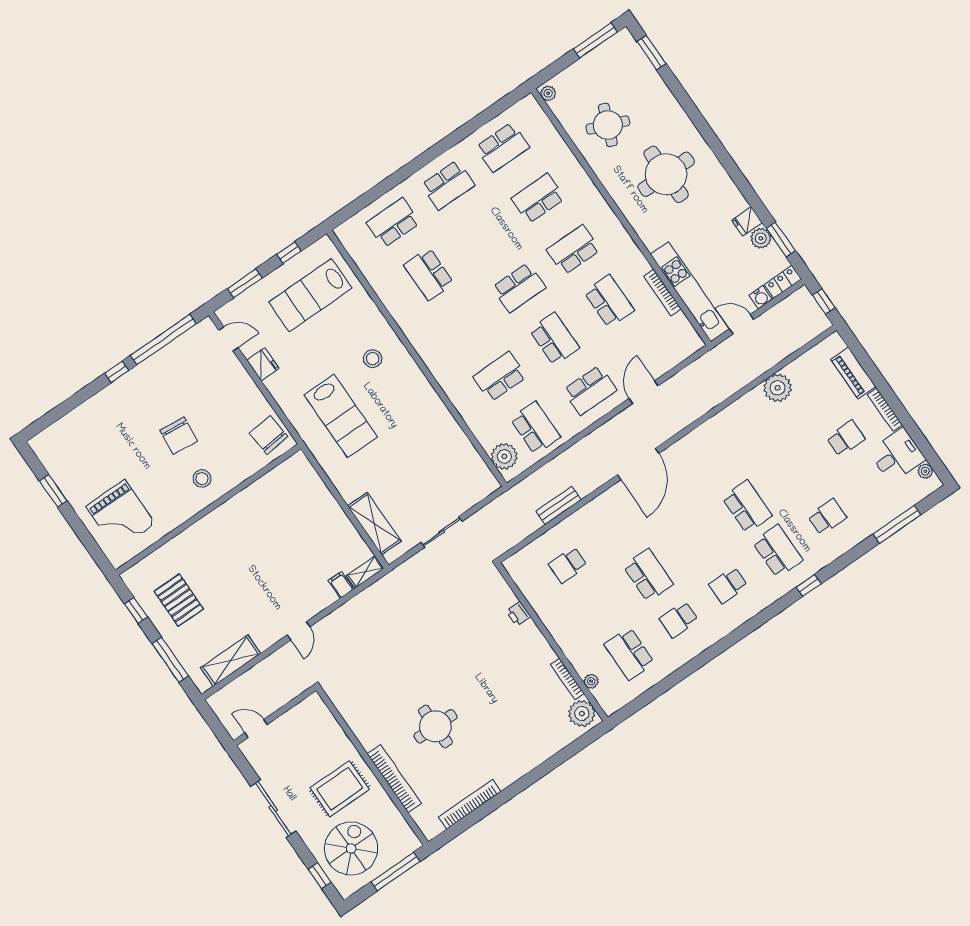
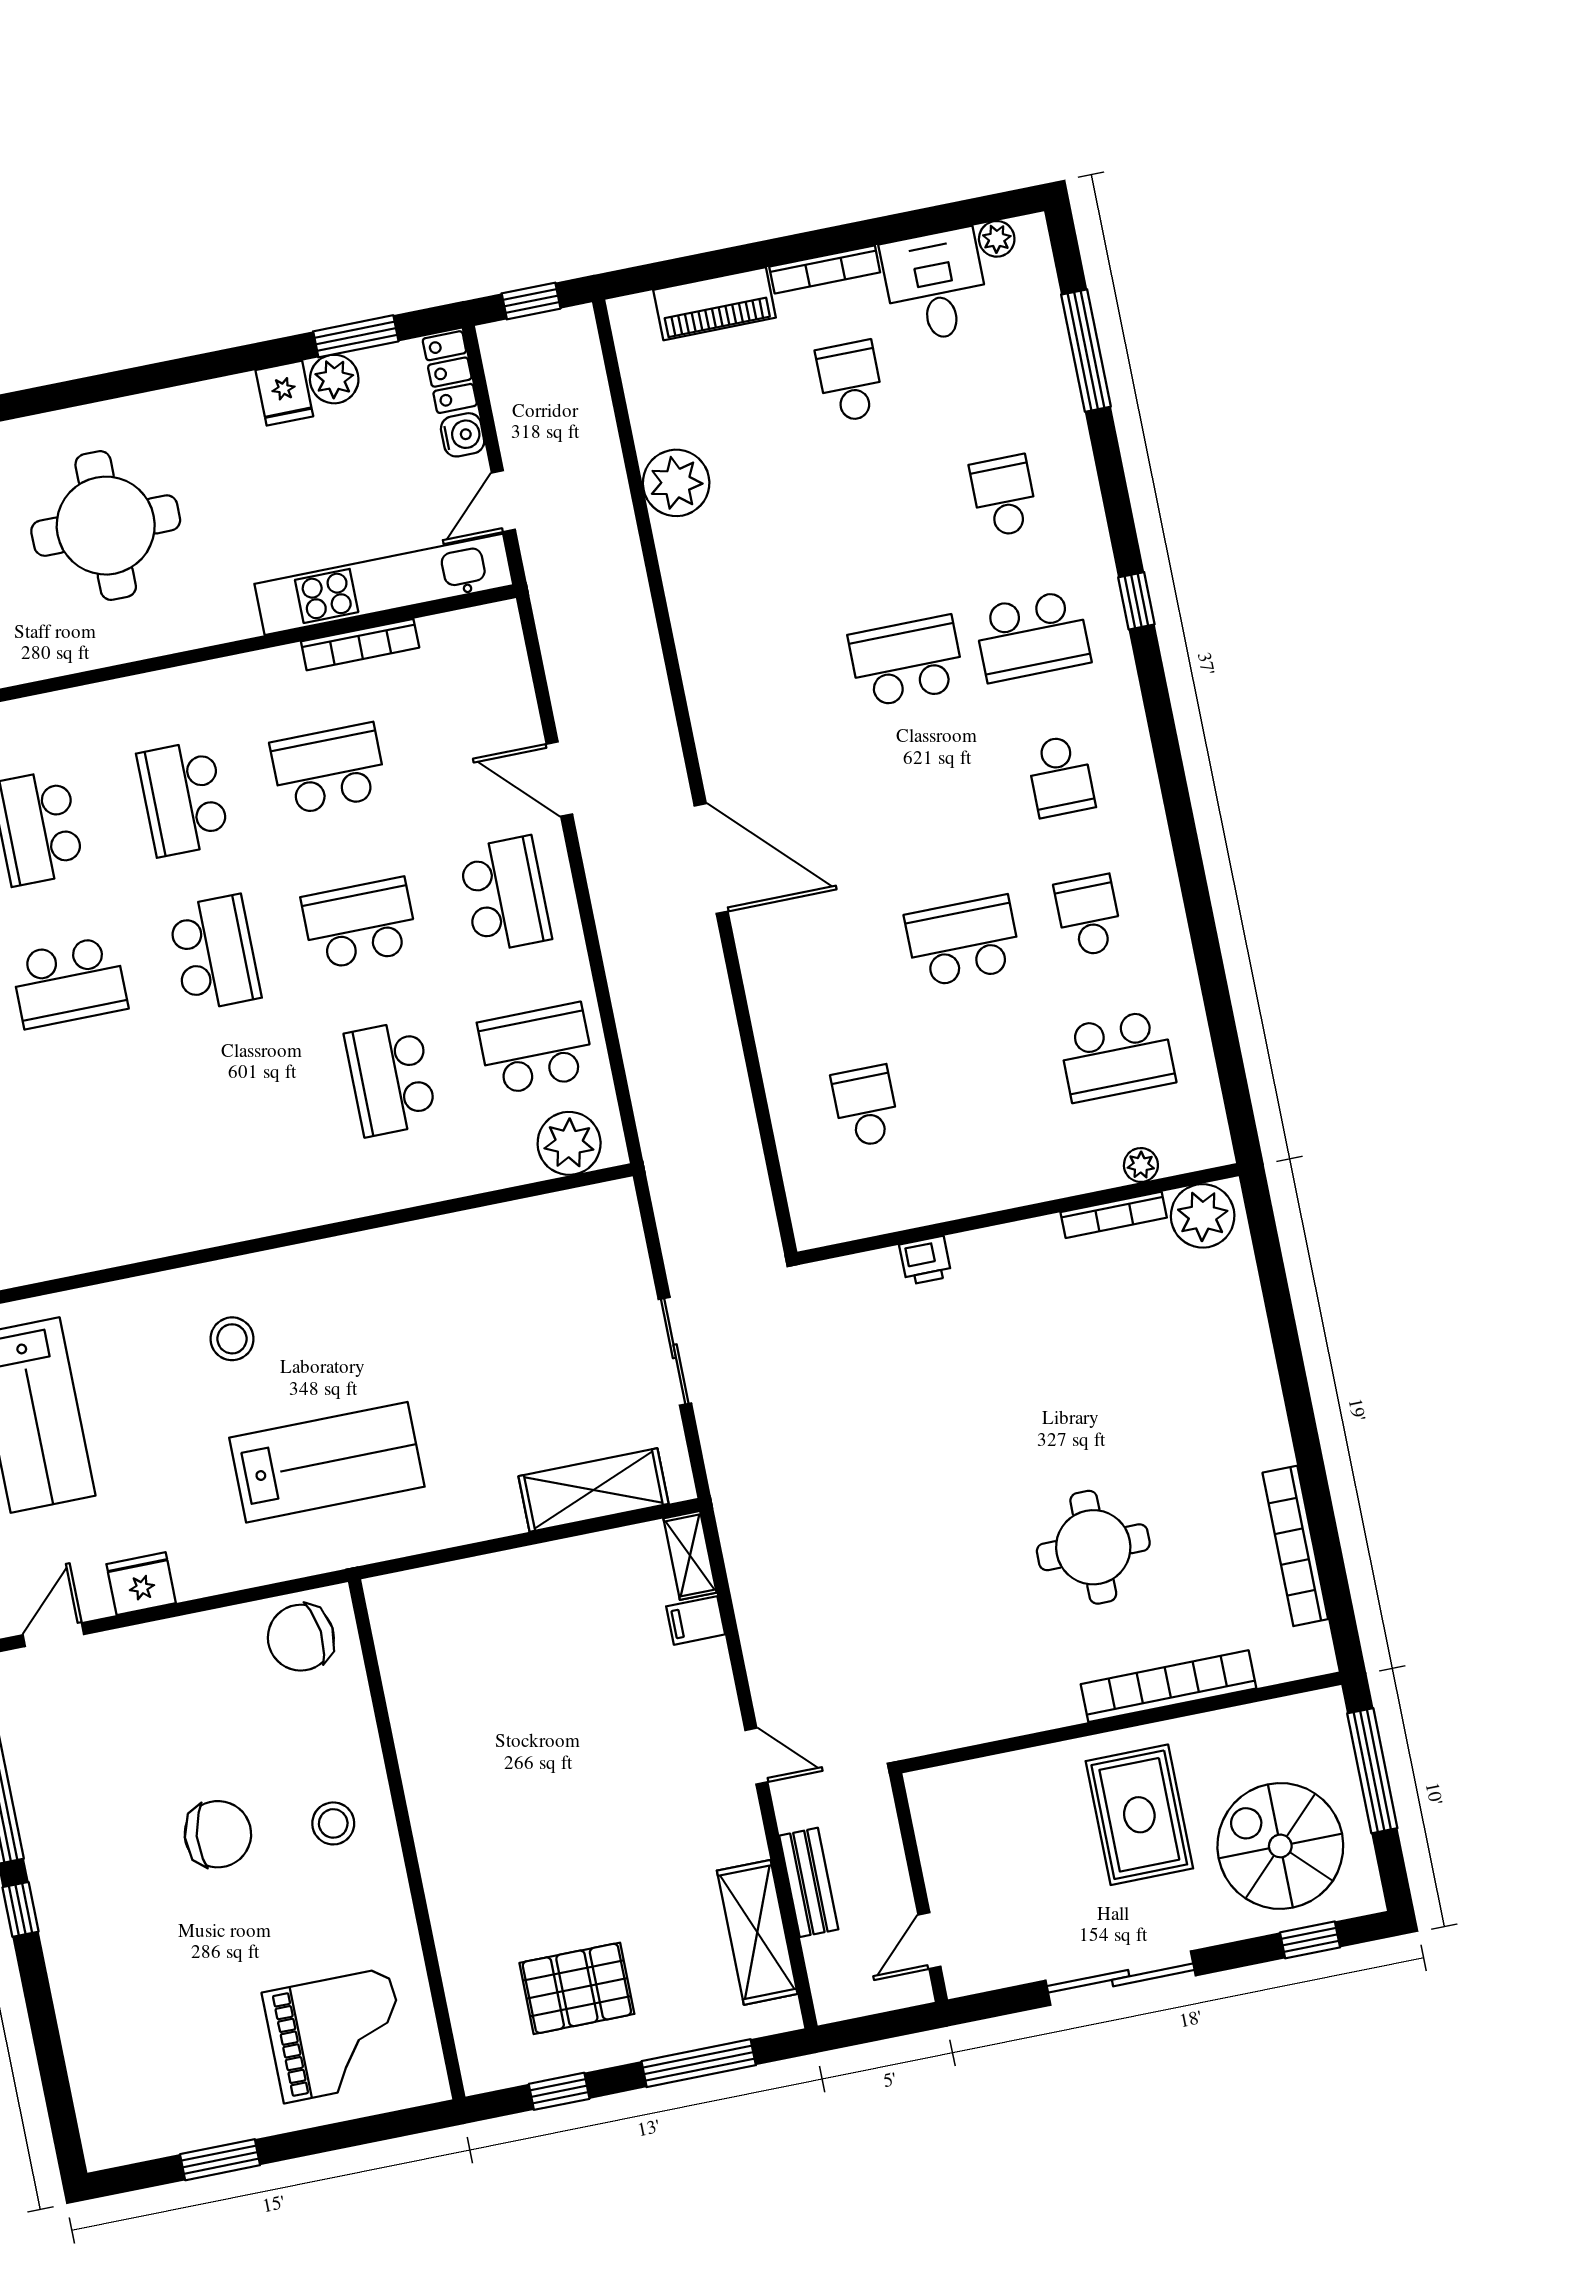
school desk: (429, 274) -> (69, 982), moved
bench: (558, 506) -> (809, 1882), moved
school desk: (778, 551) -> (1032, 636), turned 180
school desk: (568, 565) -> (866, 1106), turned 180
school desk: (679, 619) -> (1089, 916), turned 180

